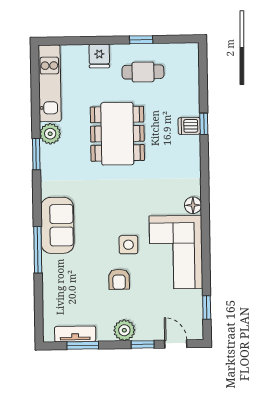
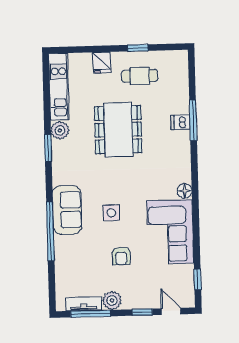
window: (204, 124) -> (193, 120), width x2.17
side table: (128, 245) -> (111, 213), moved
window: (38, 250) -> (50, 231), width x1.46
plant: (124, 330) -> (112, 301), moved
window: (83, 345) -> (90, 314), width x1.44

